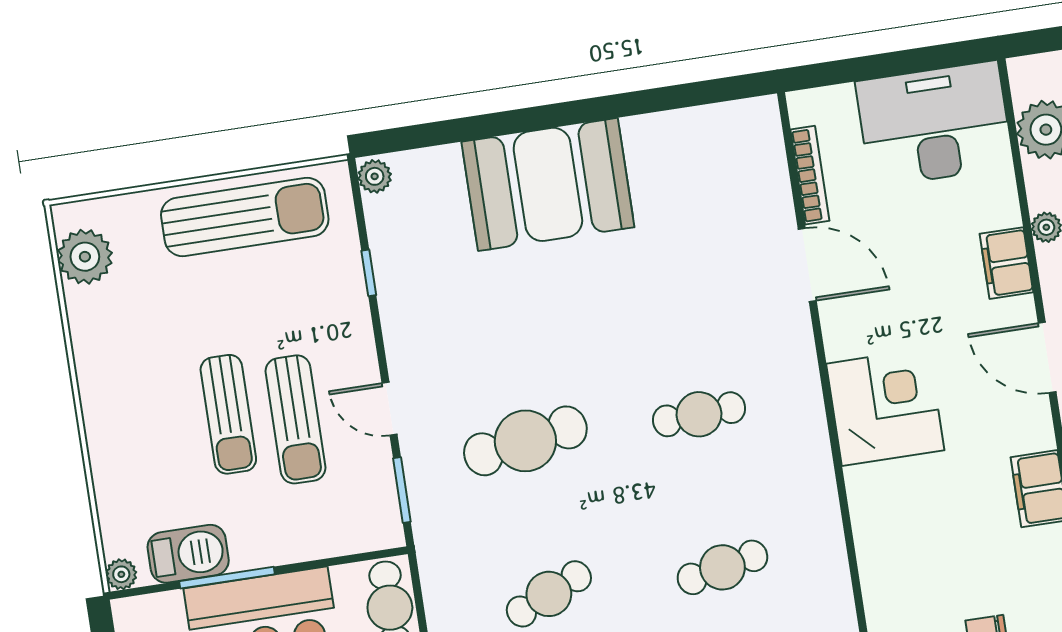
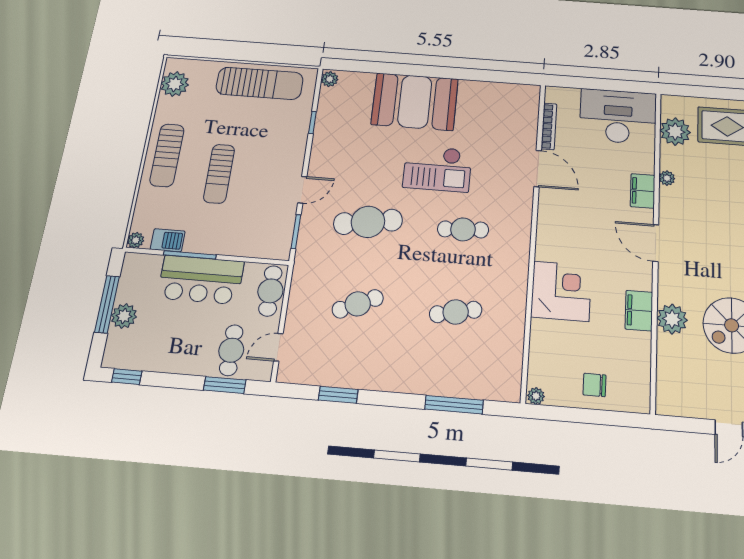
checkout: (624, 309) -> (437, 169), added
corner desk: (885, 407) -> (561, 291), moved
door: (389, 409) -> (302, 190), swing flipped
sun lounger: (296, 419) -> (167, 155), moved
barbecue: (188, 554) -> (168, 240), width x0.73, depth x0.79

